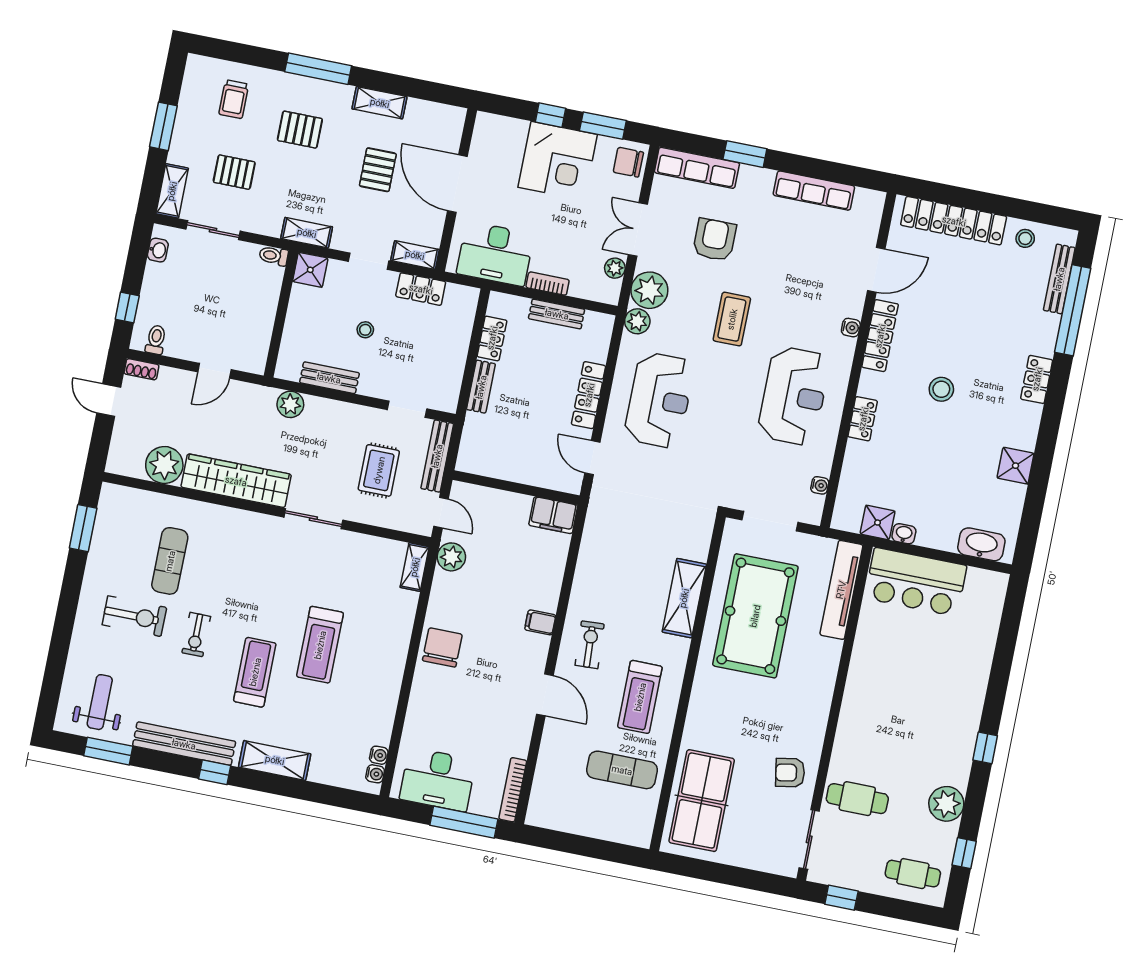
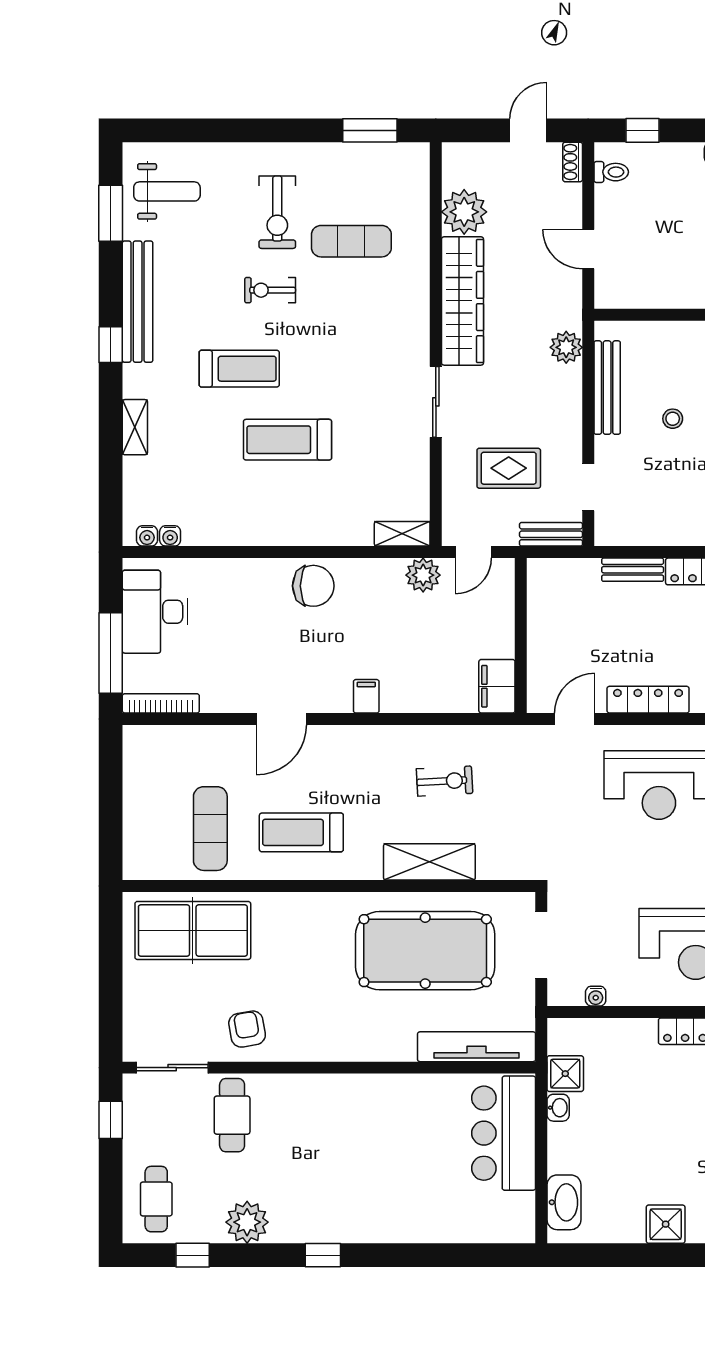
bench: (329, 378) -> (607, 388), width x1.36
bench: (437, 456) -> (551, 534), width x0.73
exercise bike: (590, 645) -> (445, 781), moved
shelving: (275, 760) -> (135, 427), width x0.67, depth x0.75

